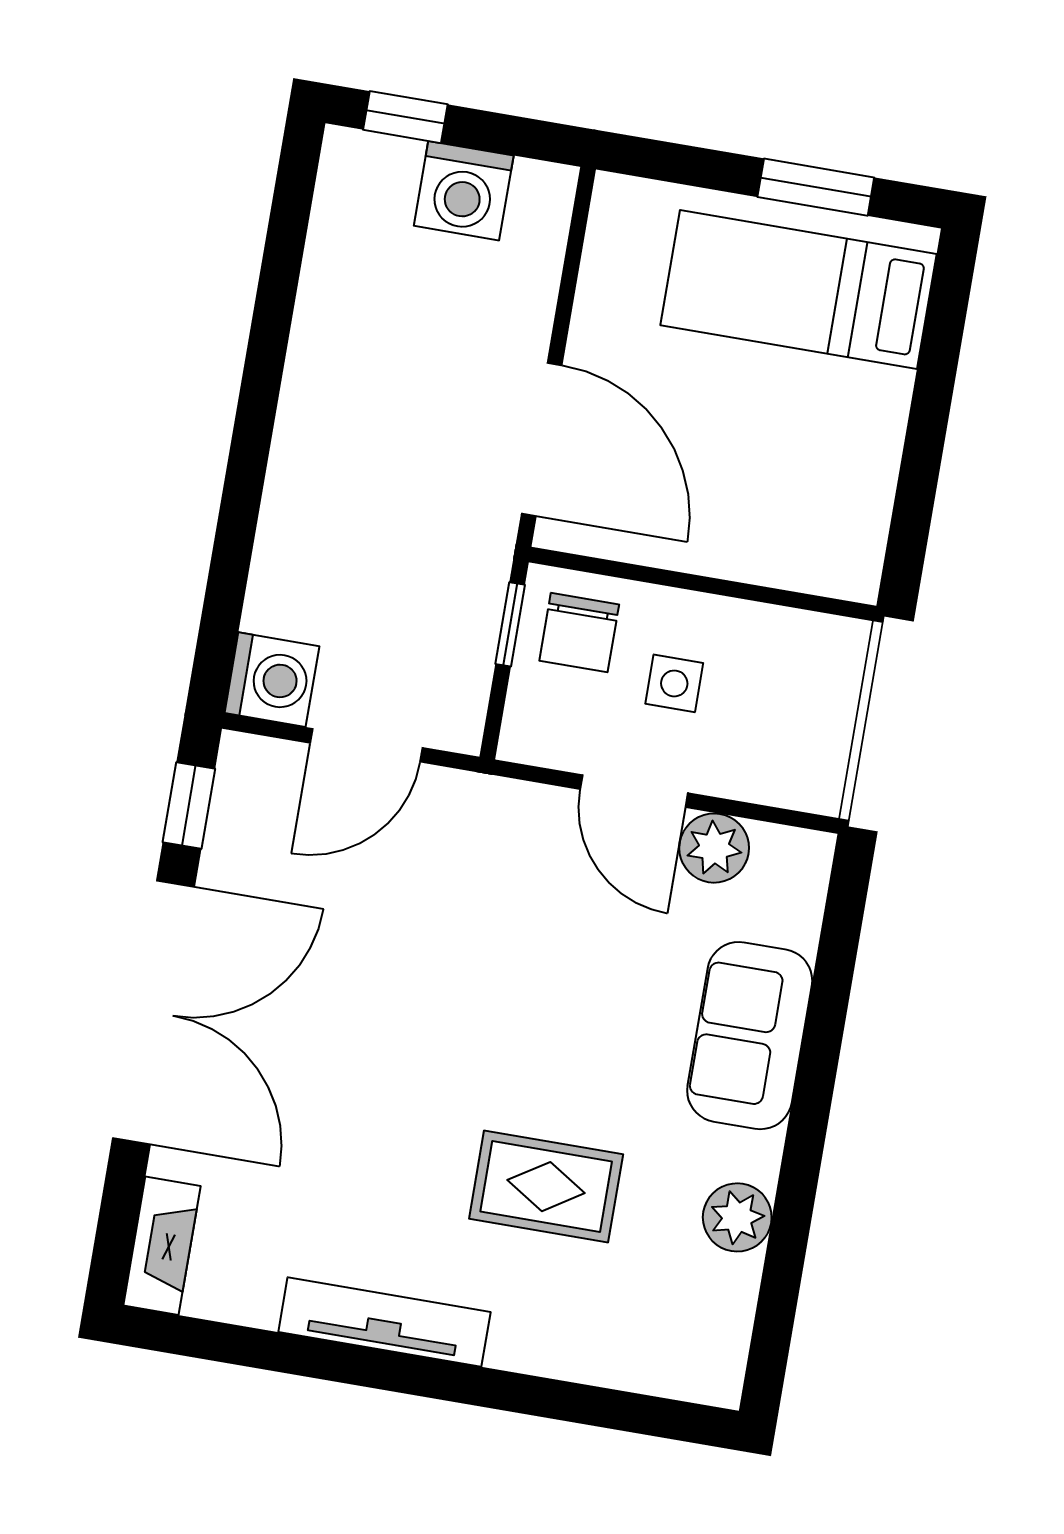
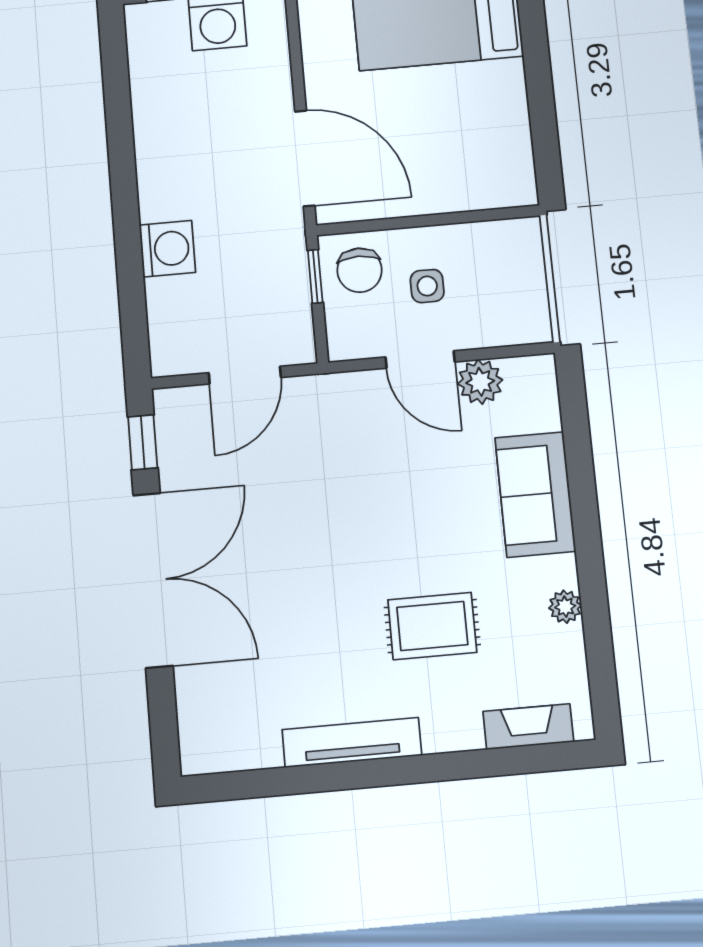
washing machine: (272, 680) -> (167, 249), moved
plant: (737, 1217) -> (565, 607), width x0.73, depth x0.73
fireplace: (162, 1246) -> (528, 727), moved, turned -90

